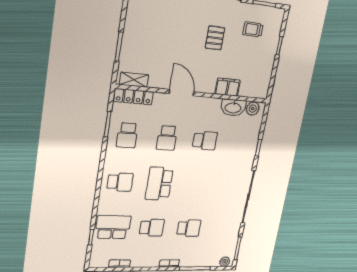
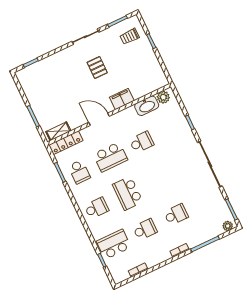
trolley: (253, 29) -> (130, 36), moved
filing cabinet: (228, 87) -> (122, 99), moved
school desk: (167, 138) -> (110, 157), width x1.85

